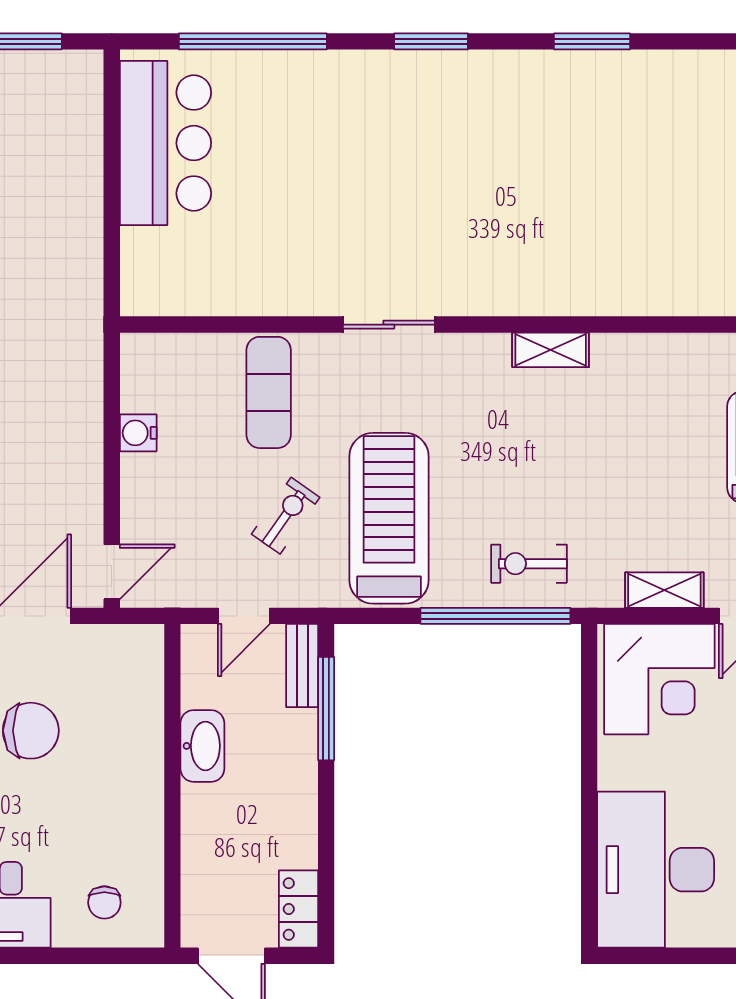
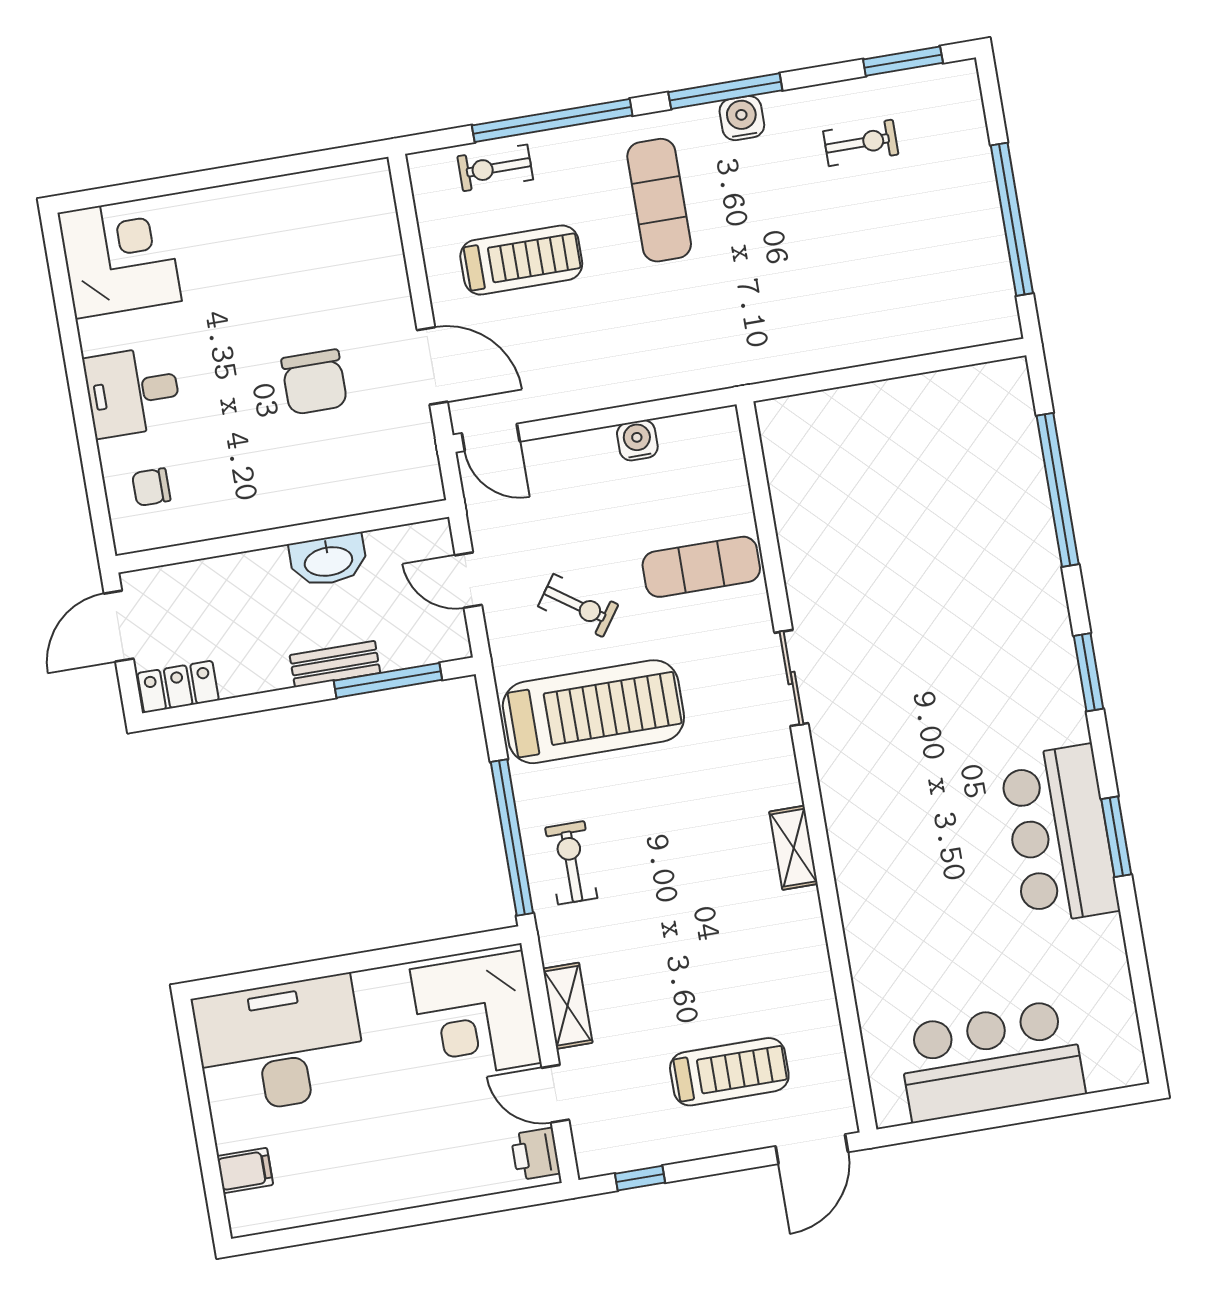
bar counter: (165, 143) -> (1059, 835), moved, turned 90
bench: (302, 666) -> (335, 664), moved

